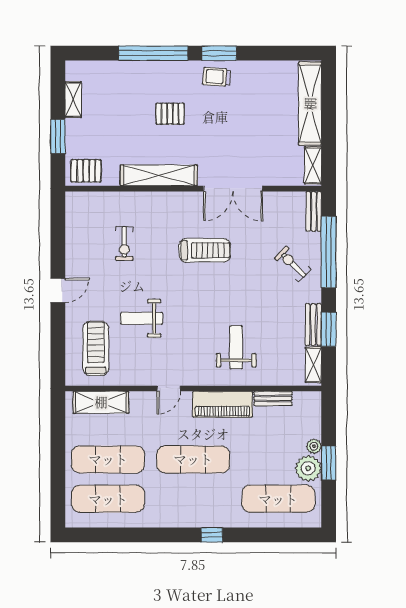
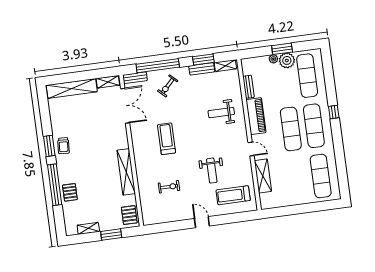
pallet: (170, 114) -> (70, 192), moved
double door: (233, 189) -> (125, 106), moved
shelving: (101, 402) -> (263, 176), moved
exercise mat: (108, 459) -> (314, 126), moved

